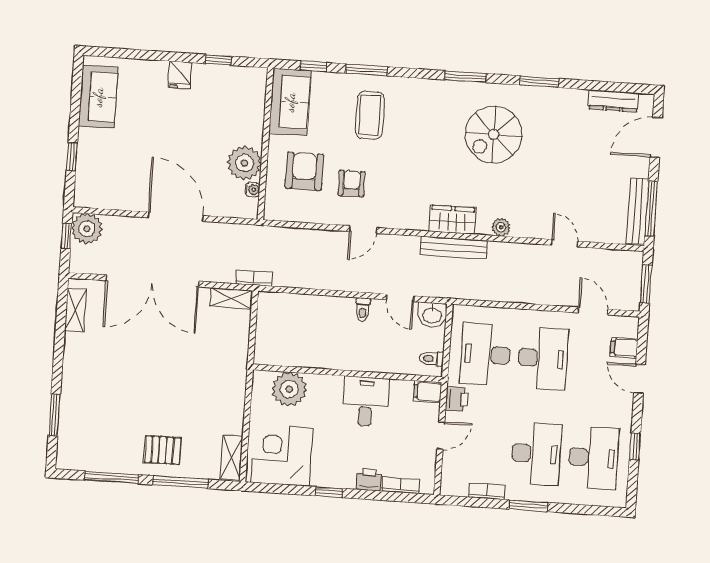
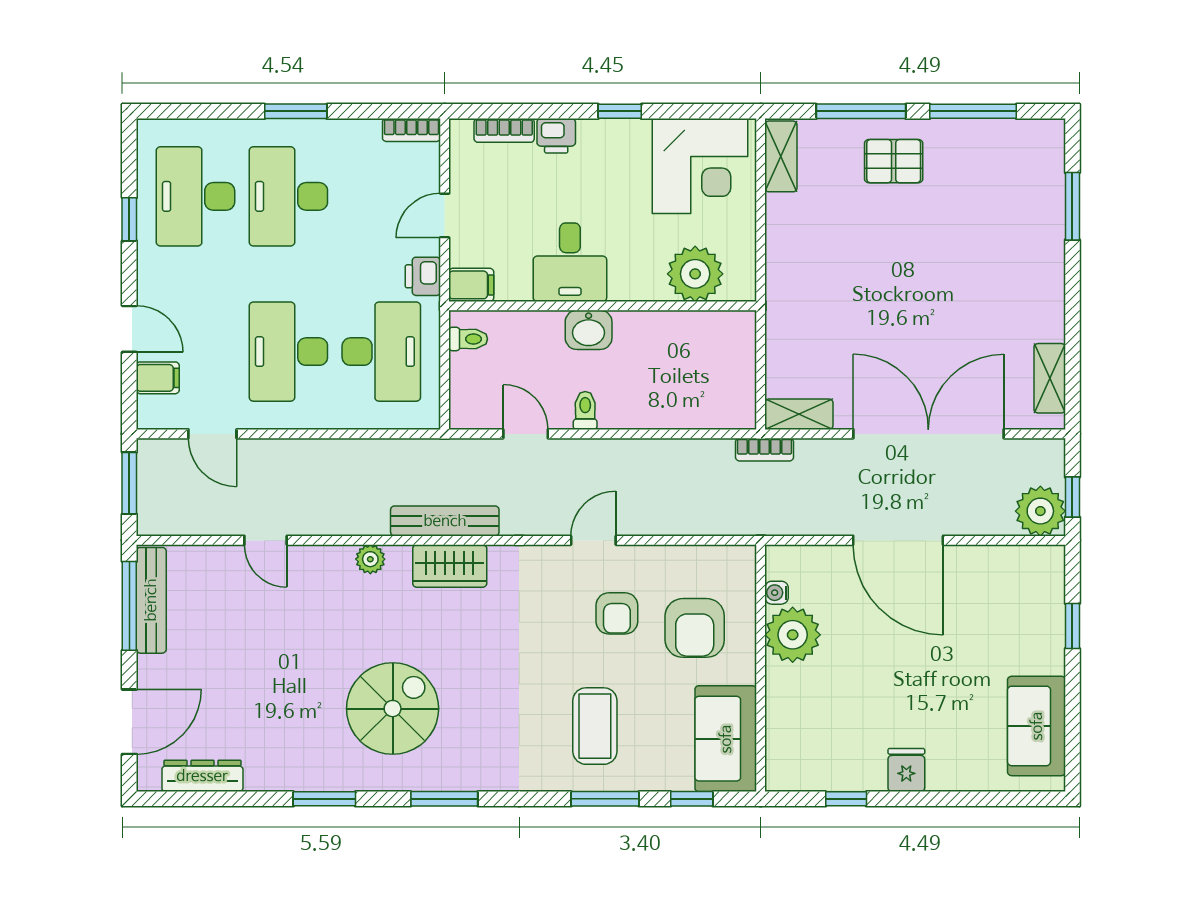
washbasin: (432, 315) -> (589, 330), moved, turned 180
bookcase: (487, 491) -> (411, 130), moved

